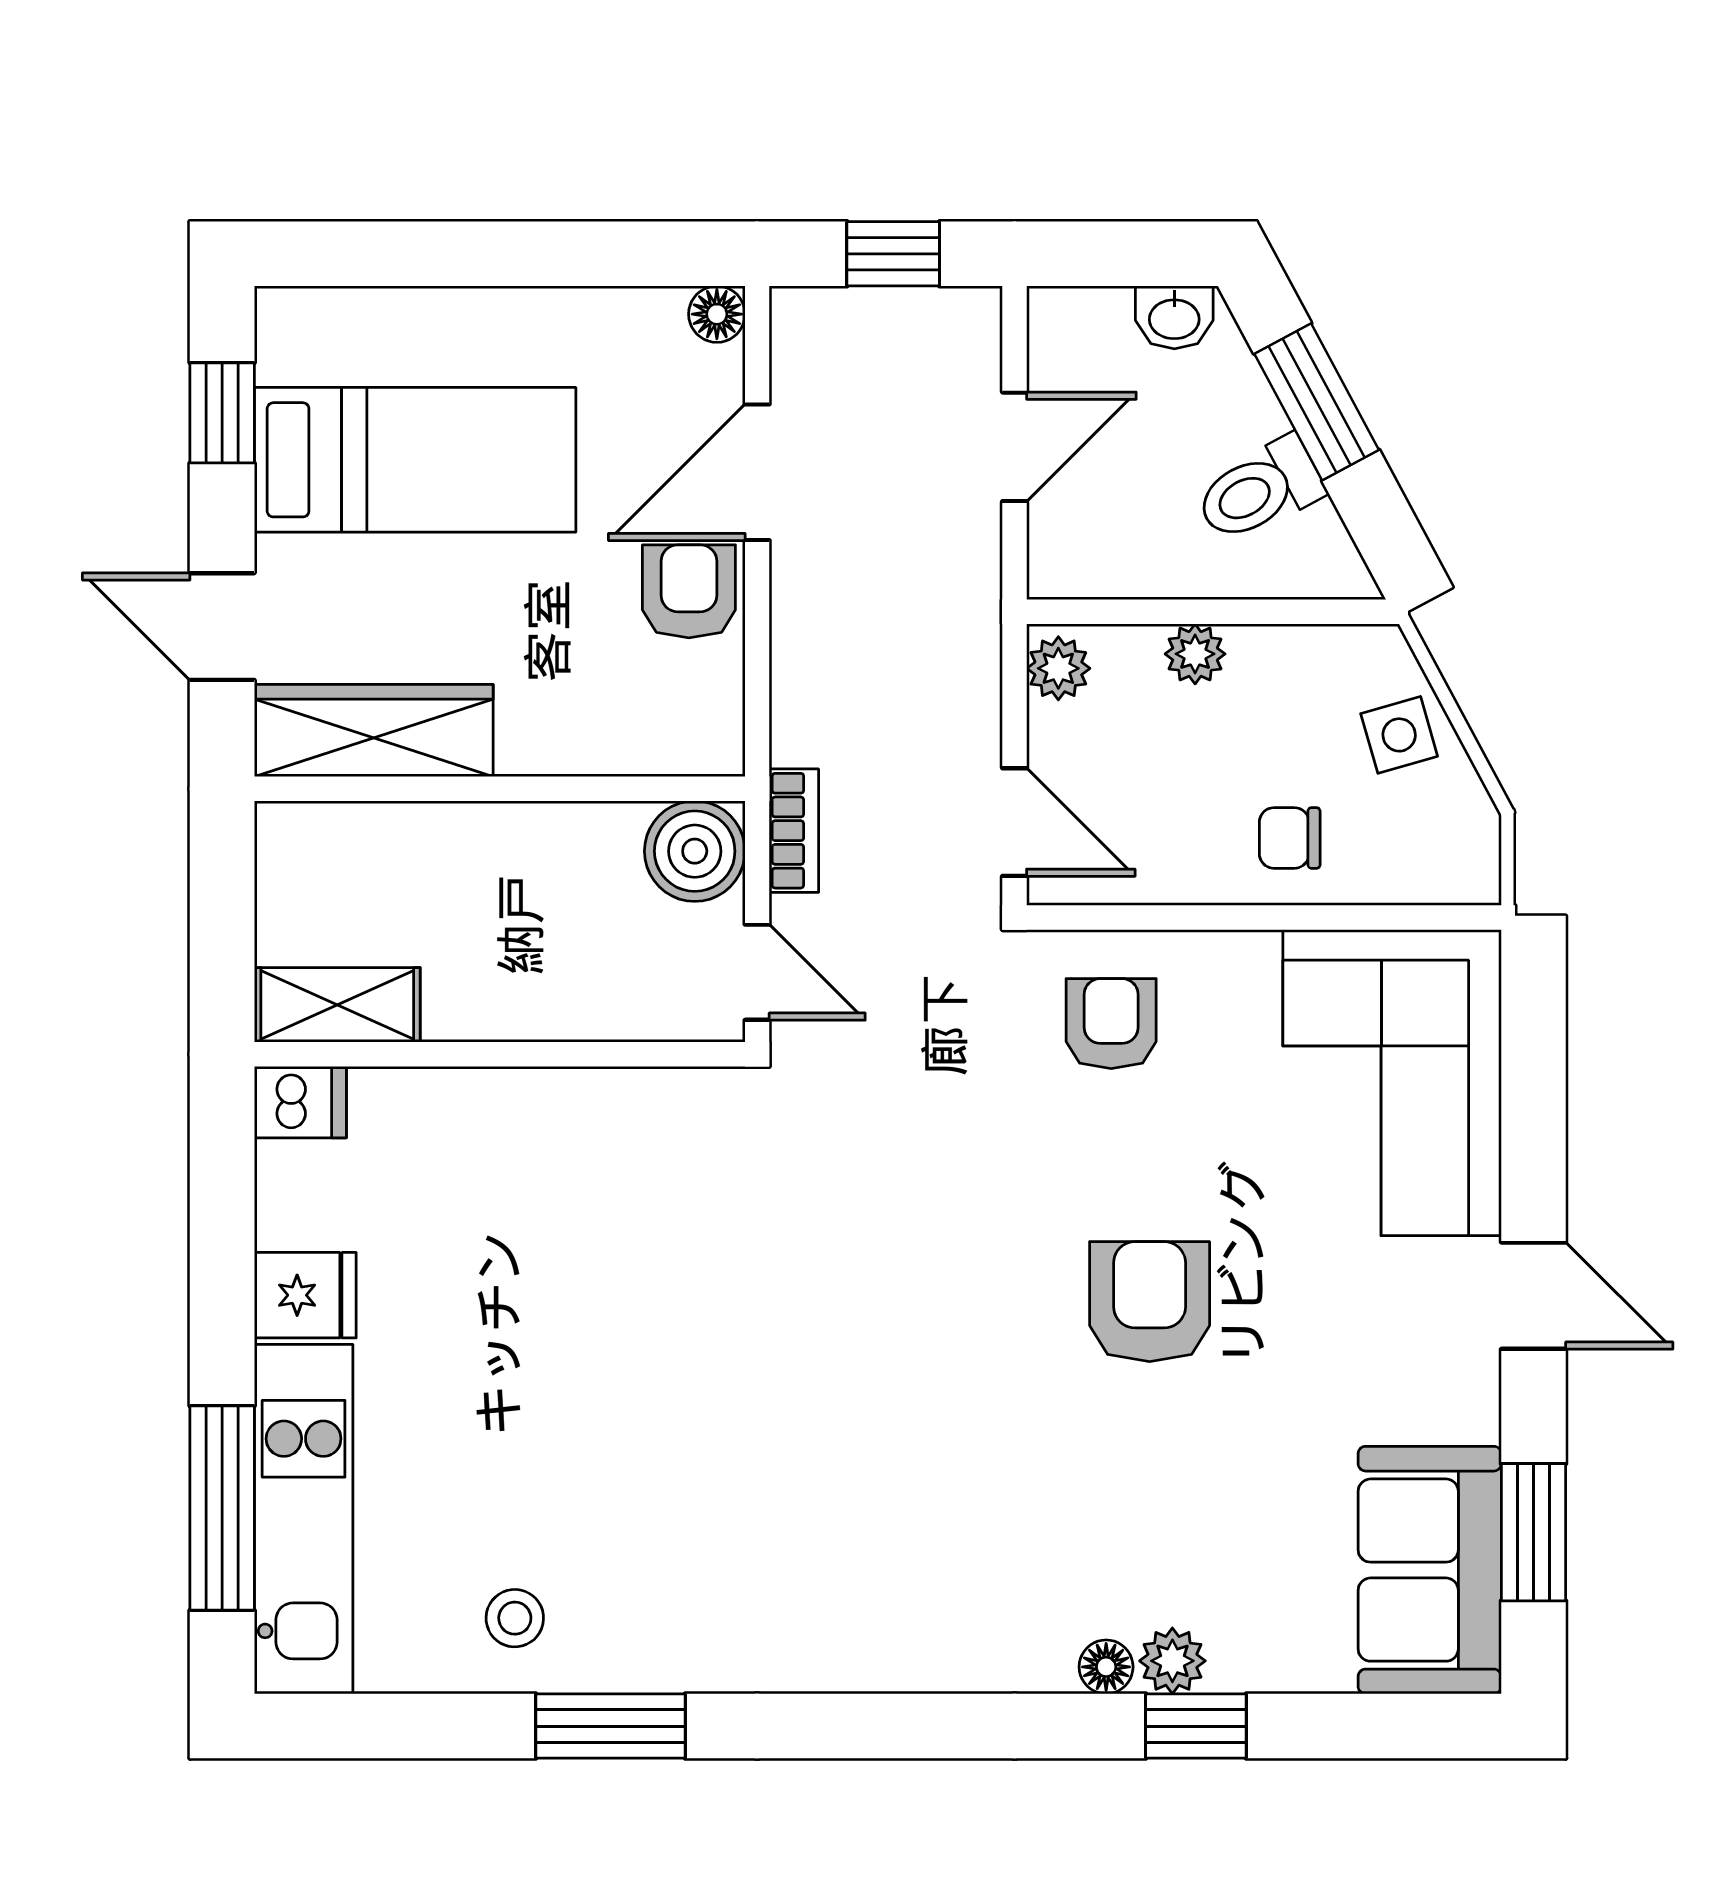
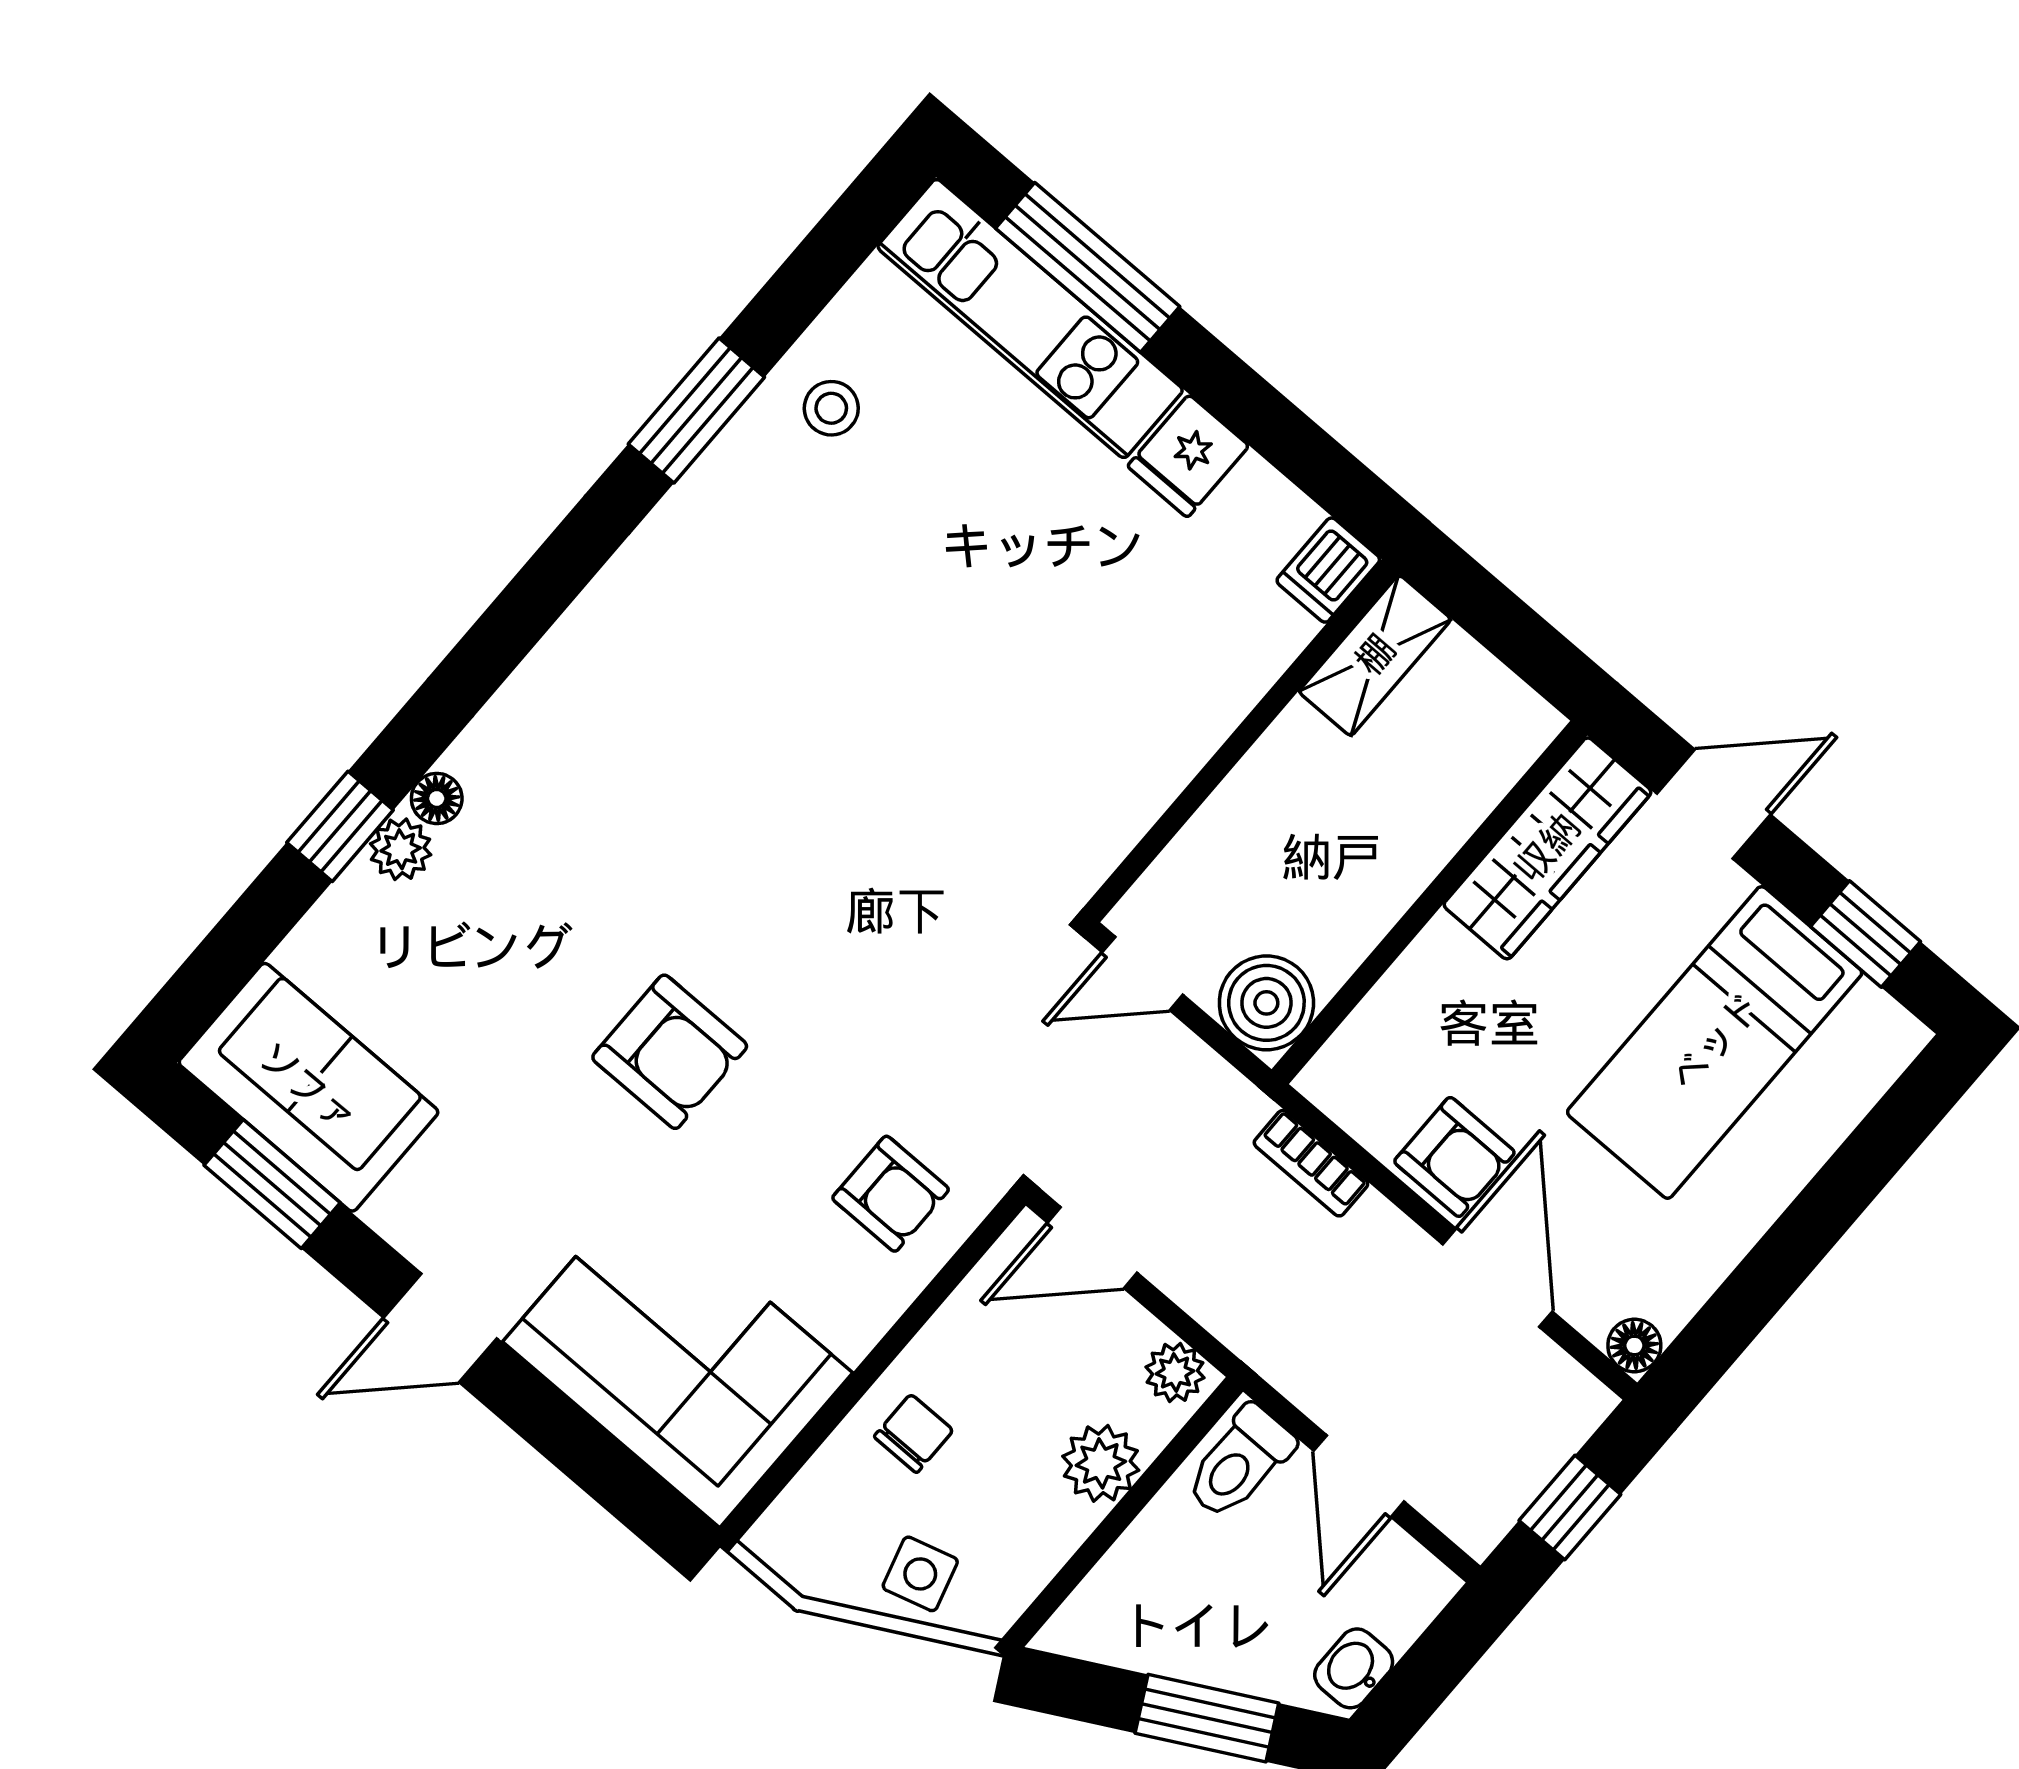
toilet: (1259, 490) -> (1239, 1462), moved, turned -152
plant: (1195, 654) -> (1101, 1463), width x1.38, depth x1.38
bookcase: (794, 831) -> (1311, 1163), moved

